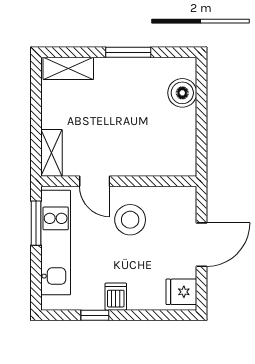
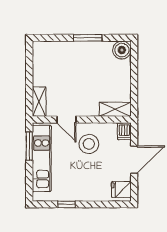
shelving: (68, 68) -> (115, 109), moved
boiler: (182, 93) -> (122, 50), moved
dishwasher: (116, 297) -> (124, 131), moved, turned 180

